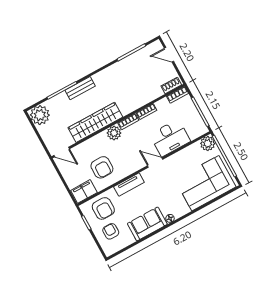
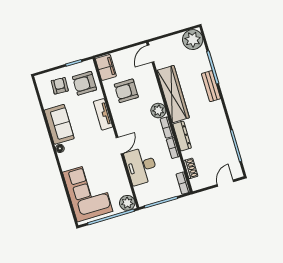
shoe rack: (171, 85) -> (191, 168), moved
dresser: (133, 105) -> (182, 136), added
armchair: (111, 231) -> (60, 86), turned -87

